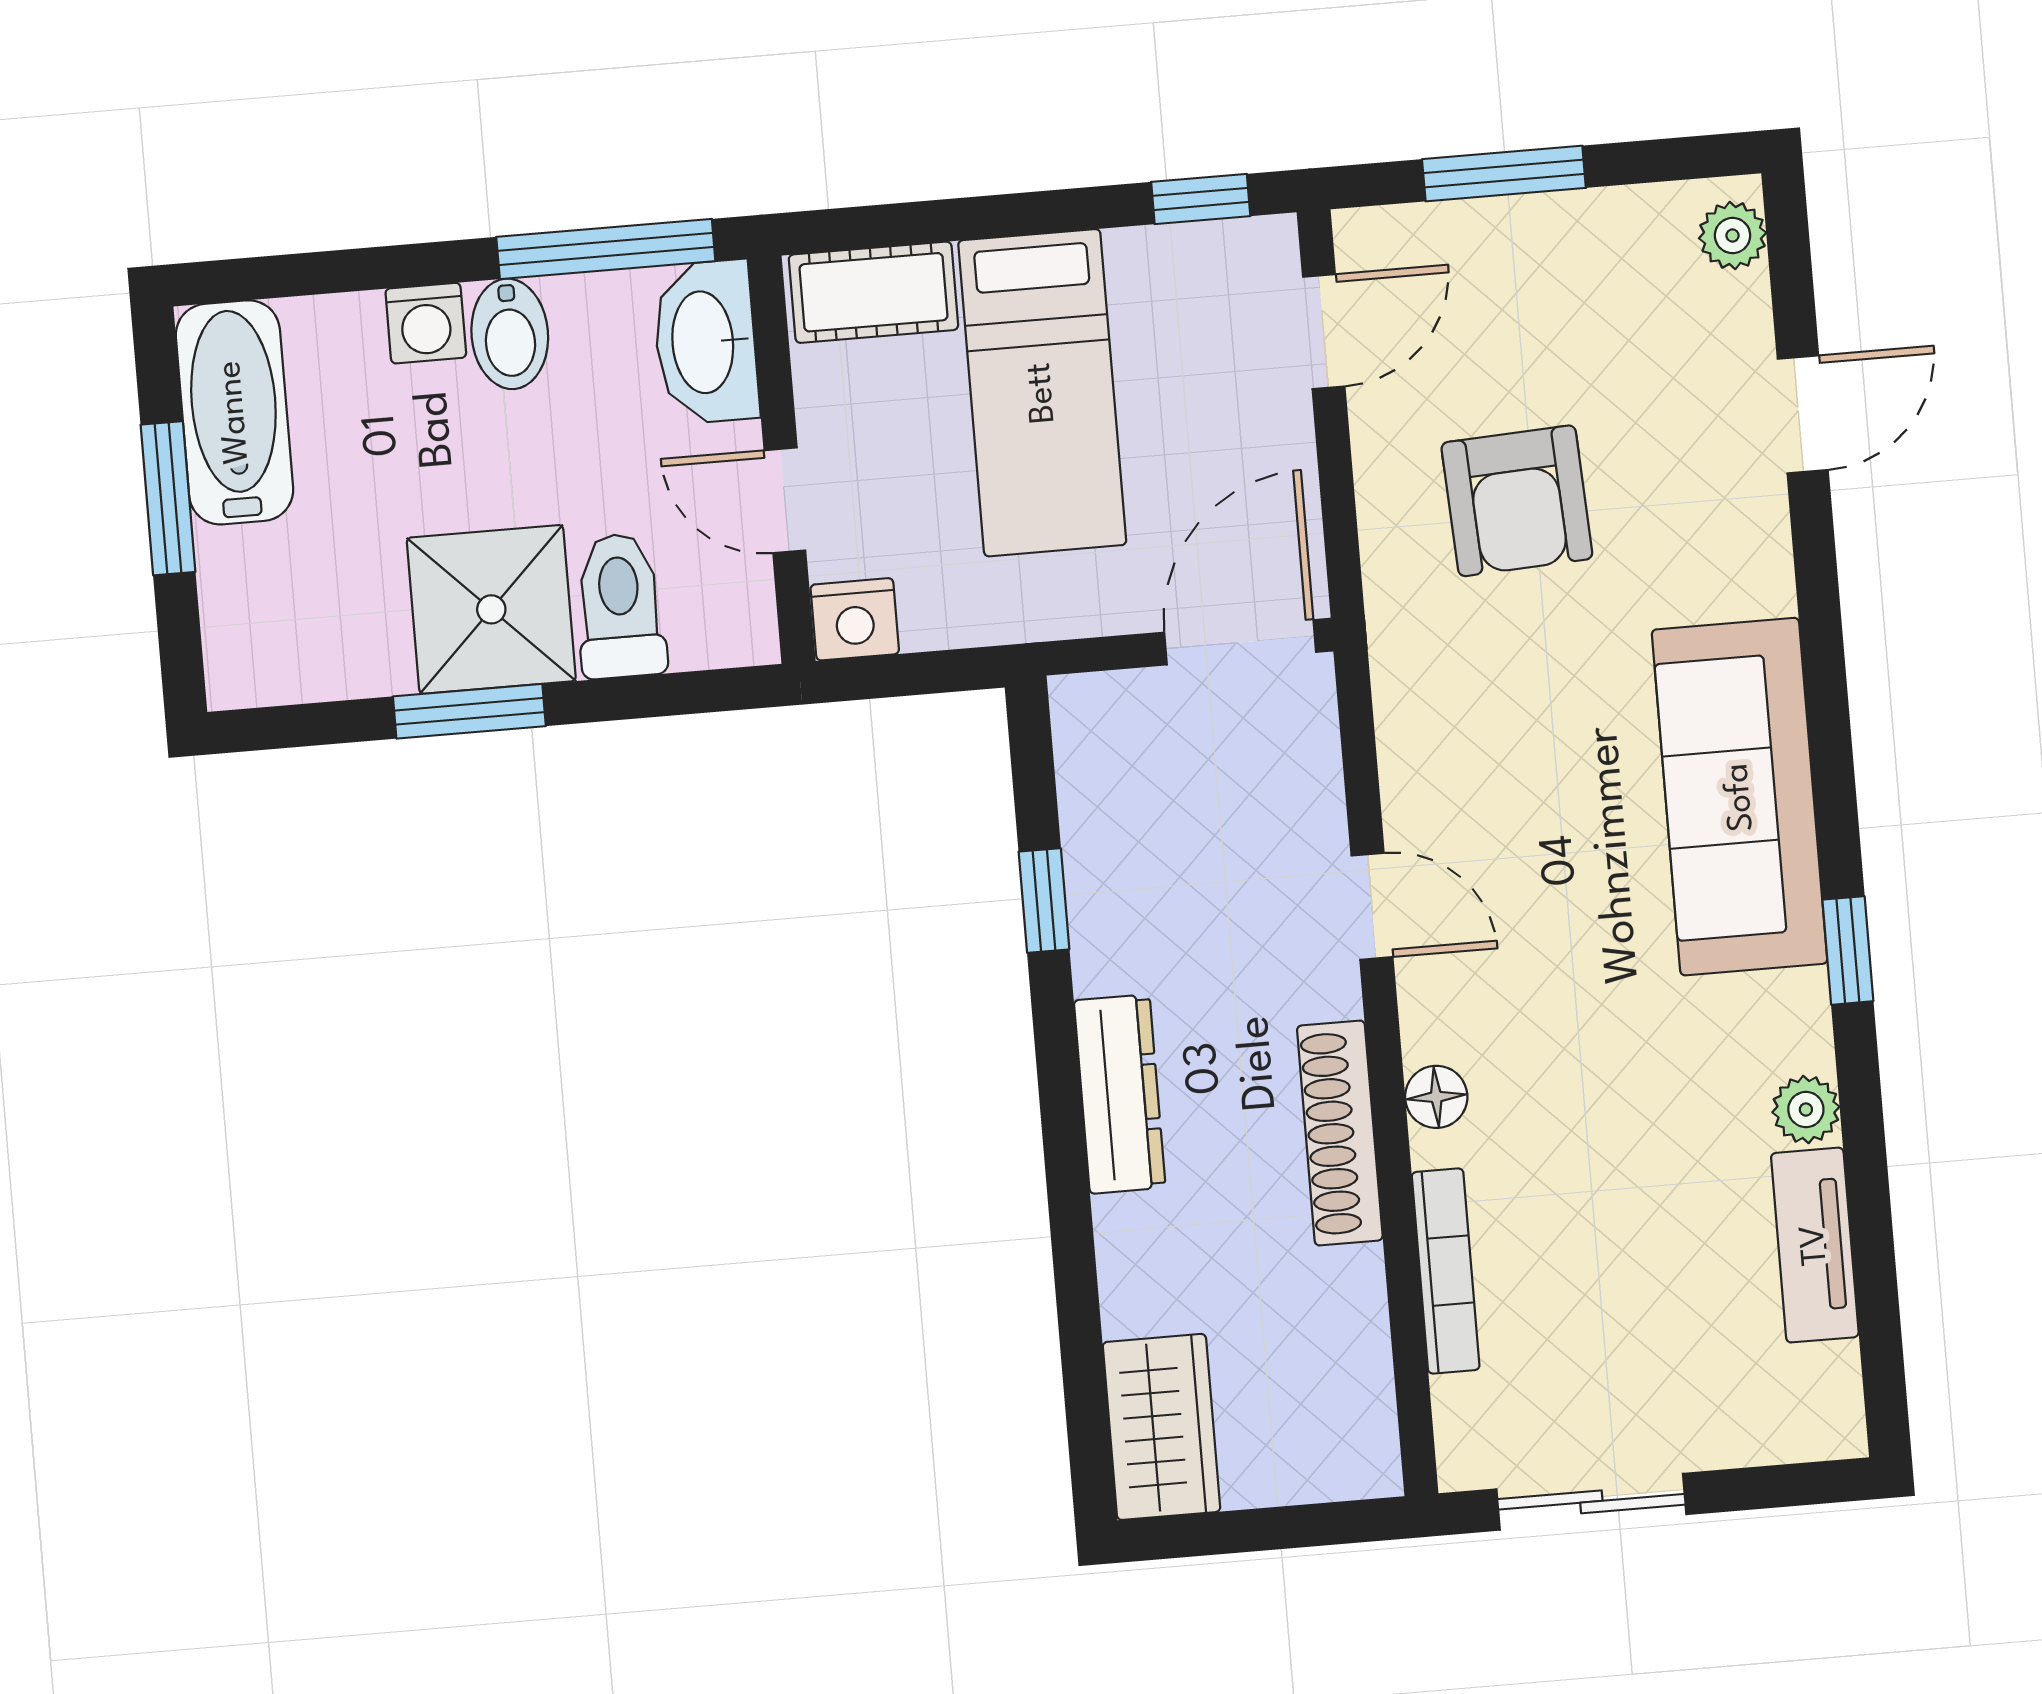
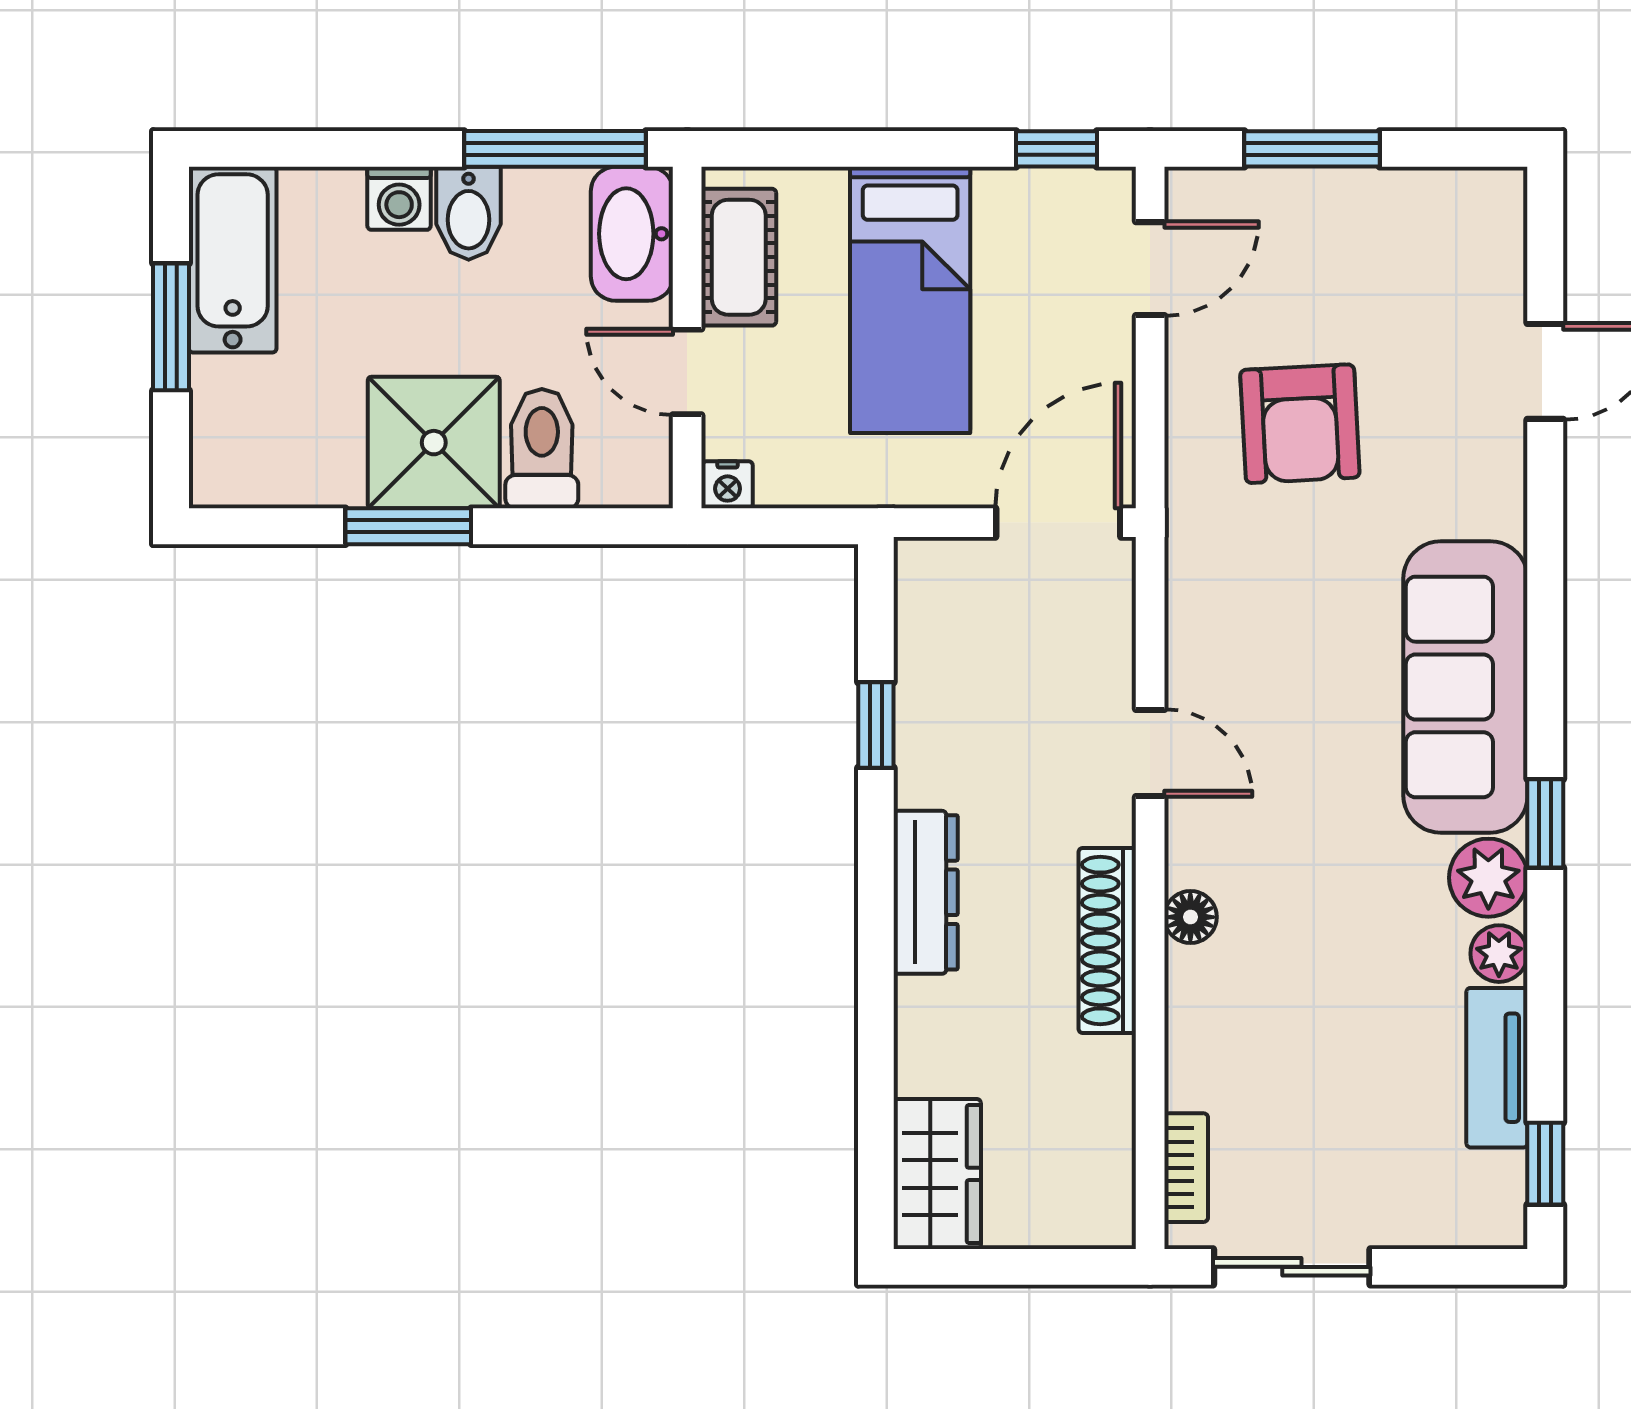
plant: (1733, 236) -> (1488, 878), moved, width x1.38, depth x1.38
cot: (873, 292) -> (739, 257), moved, turned 90
nightstand: (855, 619) -> (728, 485), width x0.72, depth x0.74
bookcase: (1446, 1271) -> (1186, 1168), moved, width x0.64
window: (1882, 1354) -> (1545, 1164), added

